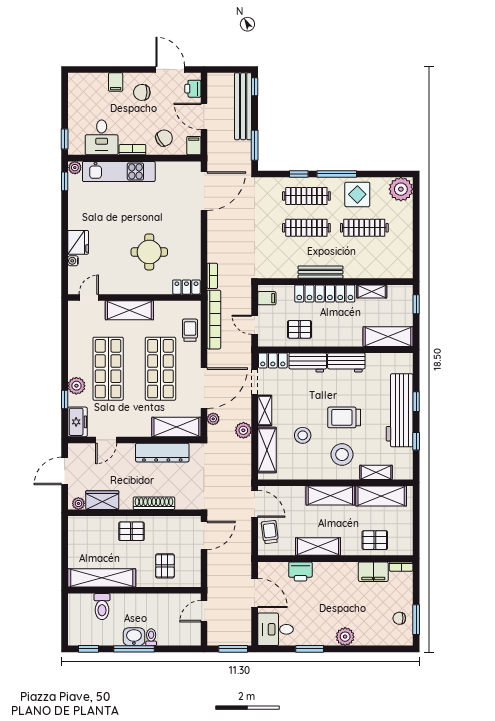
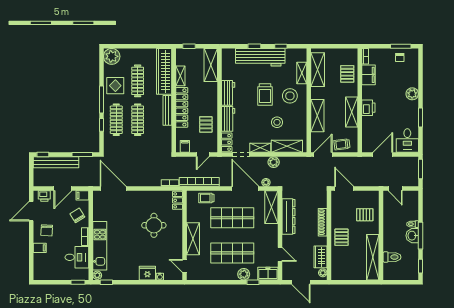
wardrobe: (379, 267) -> (164, 71), added
shelving: (330, 496) -> (317, 116), moved
printer: (300, 572) -> (368, 108), moved

